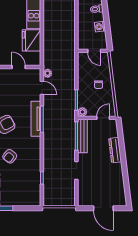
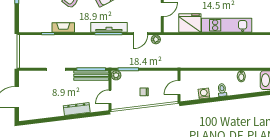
door: (103, 118) -> (110, 97), swing flipped
fireplace: (36, 163) -> (63, 27), added

